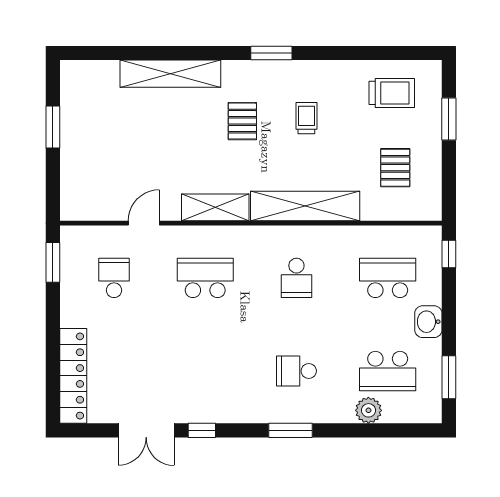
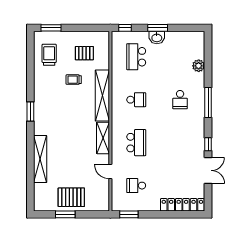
trolley: (306, 118) -> (74, 80), moved
window: (449, 119) -> (51, 28), moved
pallet: (242, 121) -> (71, 197), moved, width x1.50, depth x1.42
school desk: (205, 278) -> (136, 143), turned 180
school desk: (388, 371) -> (180, 57), removed
window: (449, 377) -> (158, 28), moved
window: (290, 430) -> (208, 102), width x1.44

